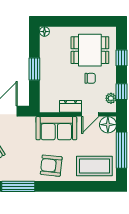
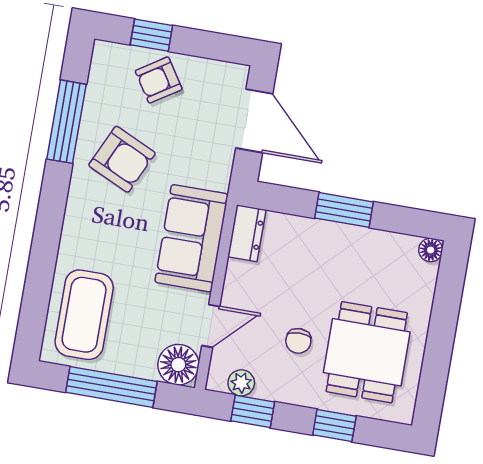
dresser: (70, 106) -> (247, 233), moved
door: (90, 114) -> (211, 326), swing flipped
armchair: (51, 166) -> (122, 159), moved, turned 109

